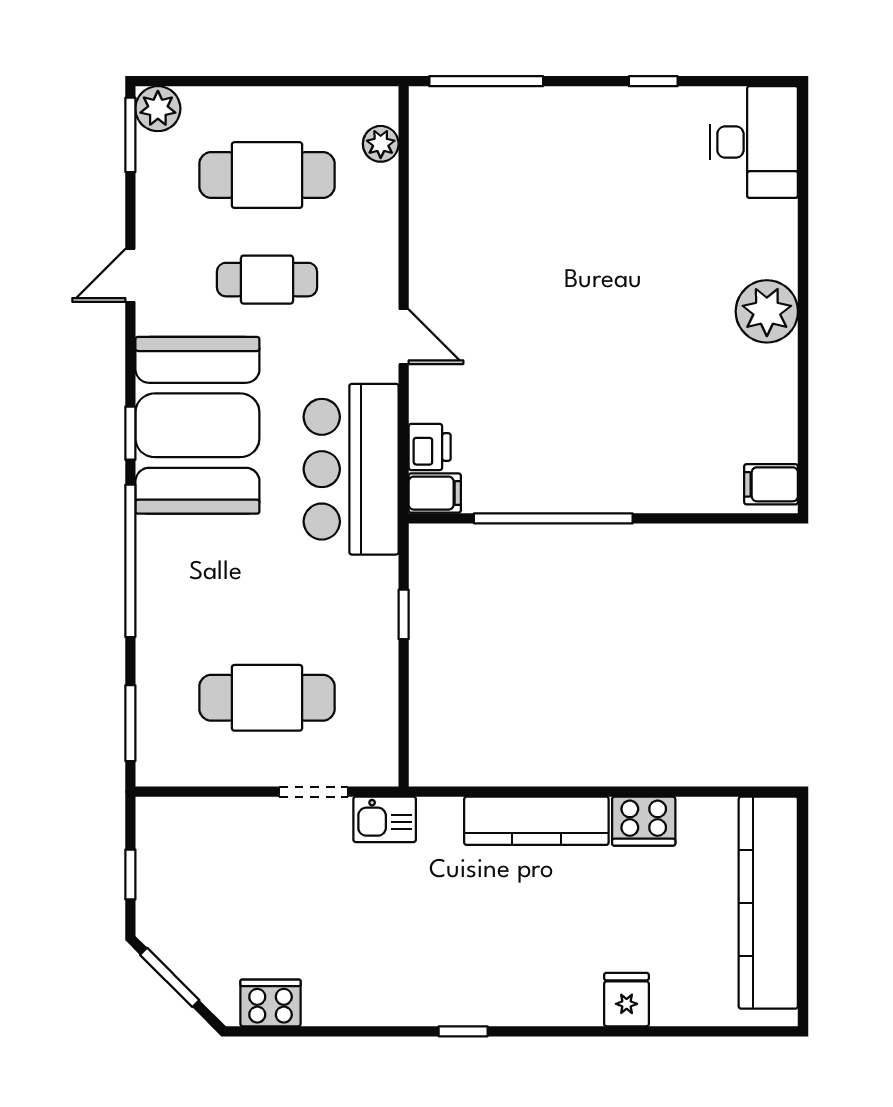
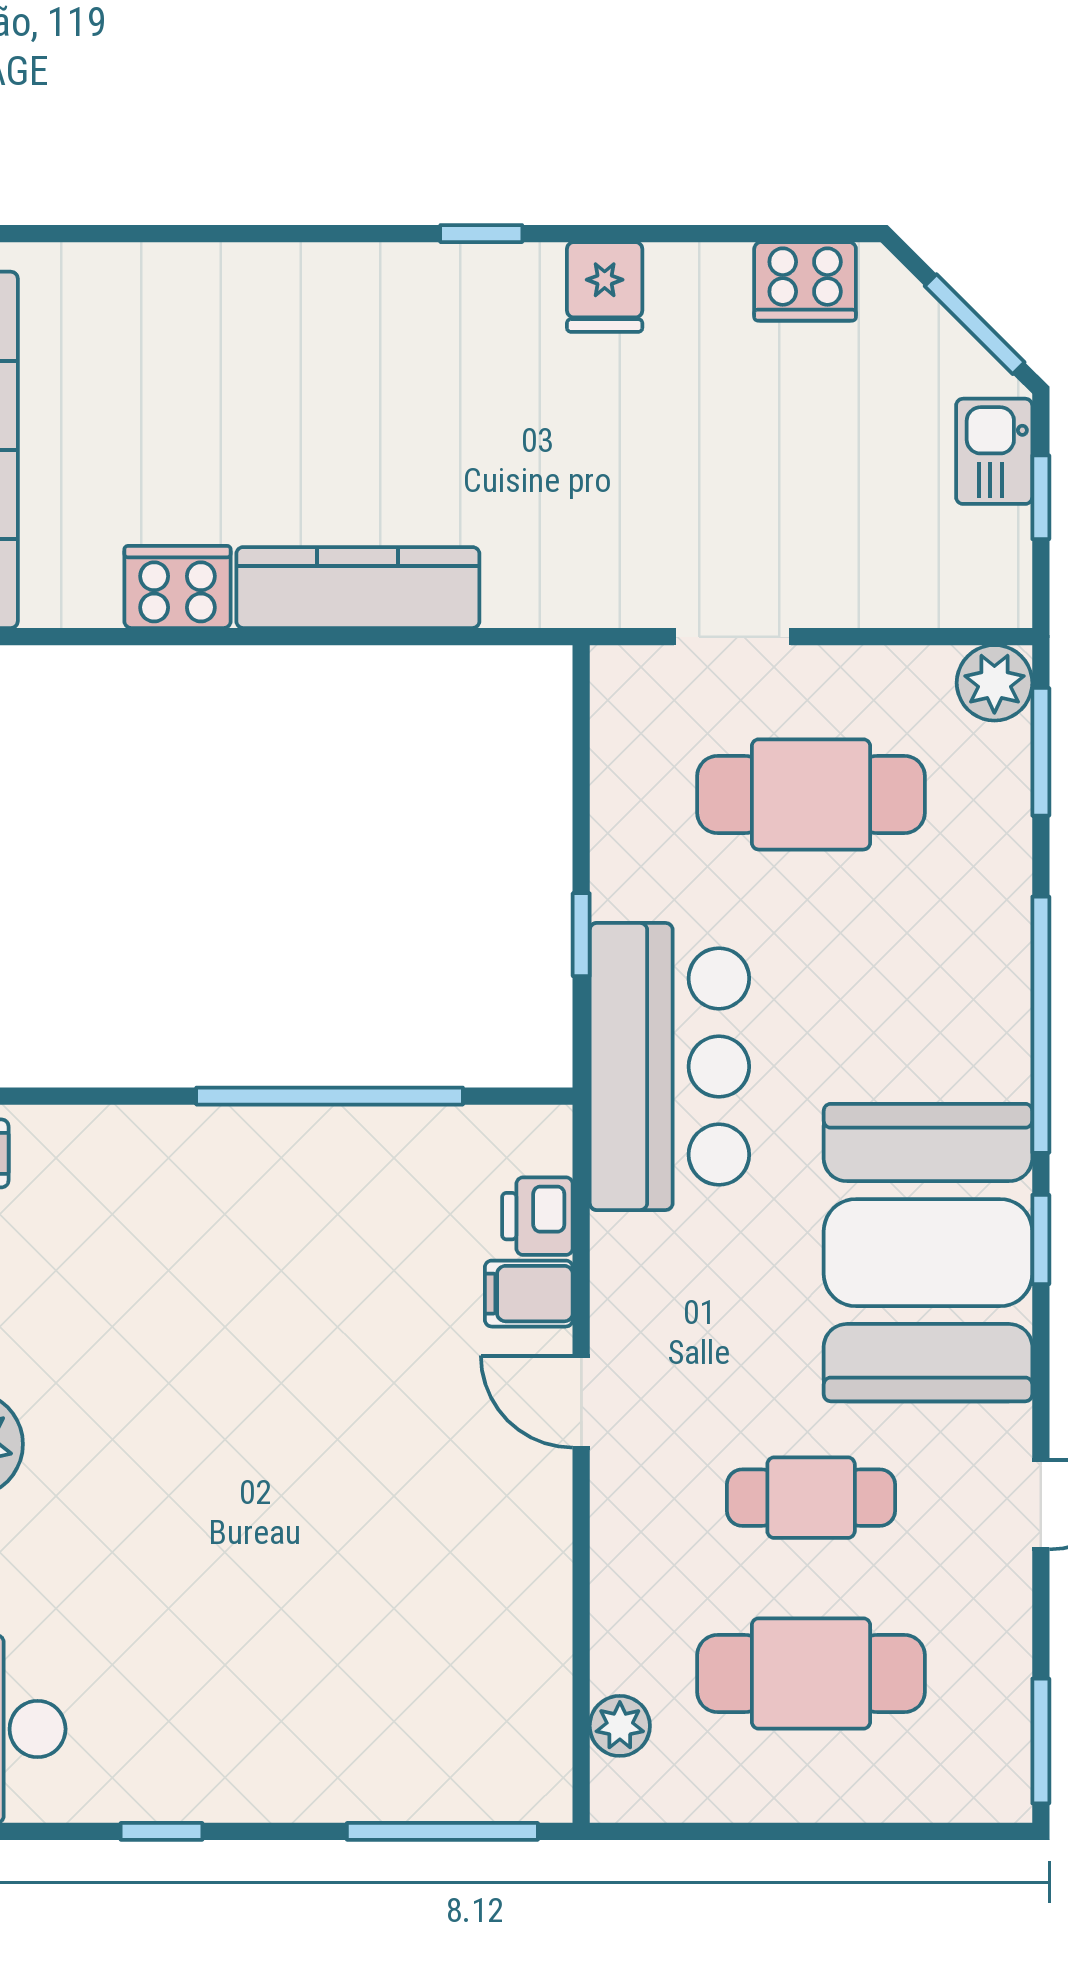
plant: (158, 109) -> (994, 683), moved
bar counter: (351, 469) -> (669, 1067), moved
filing cabinet: (435, 493) -> (529, 1294), moved
kitchen sink: (385, 819) -> (994, 451), moved, turned -90
fridge: (627, 1000) -> (605, 287), moved

